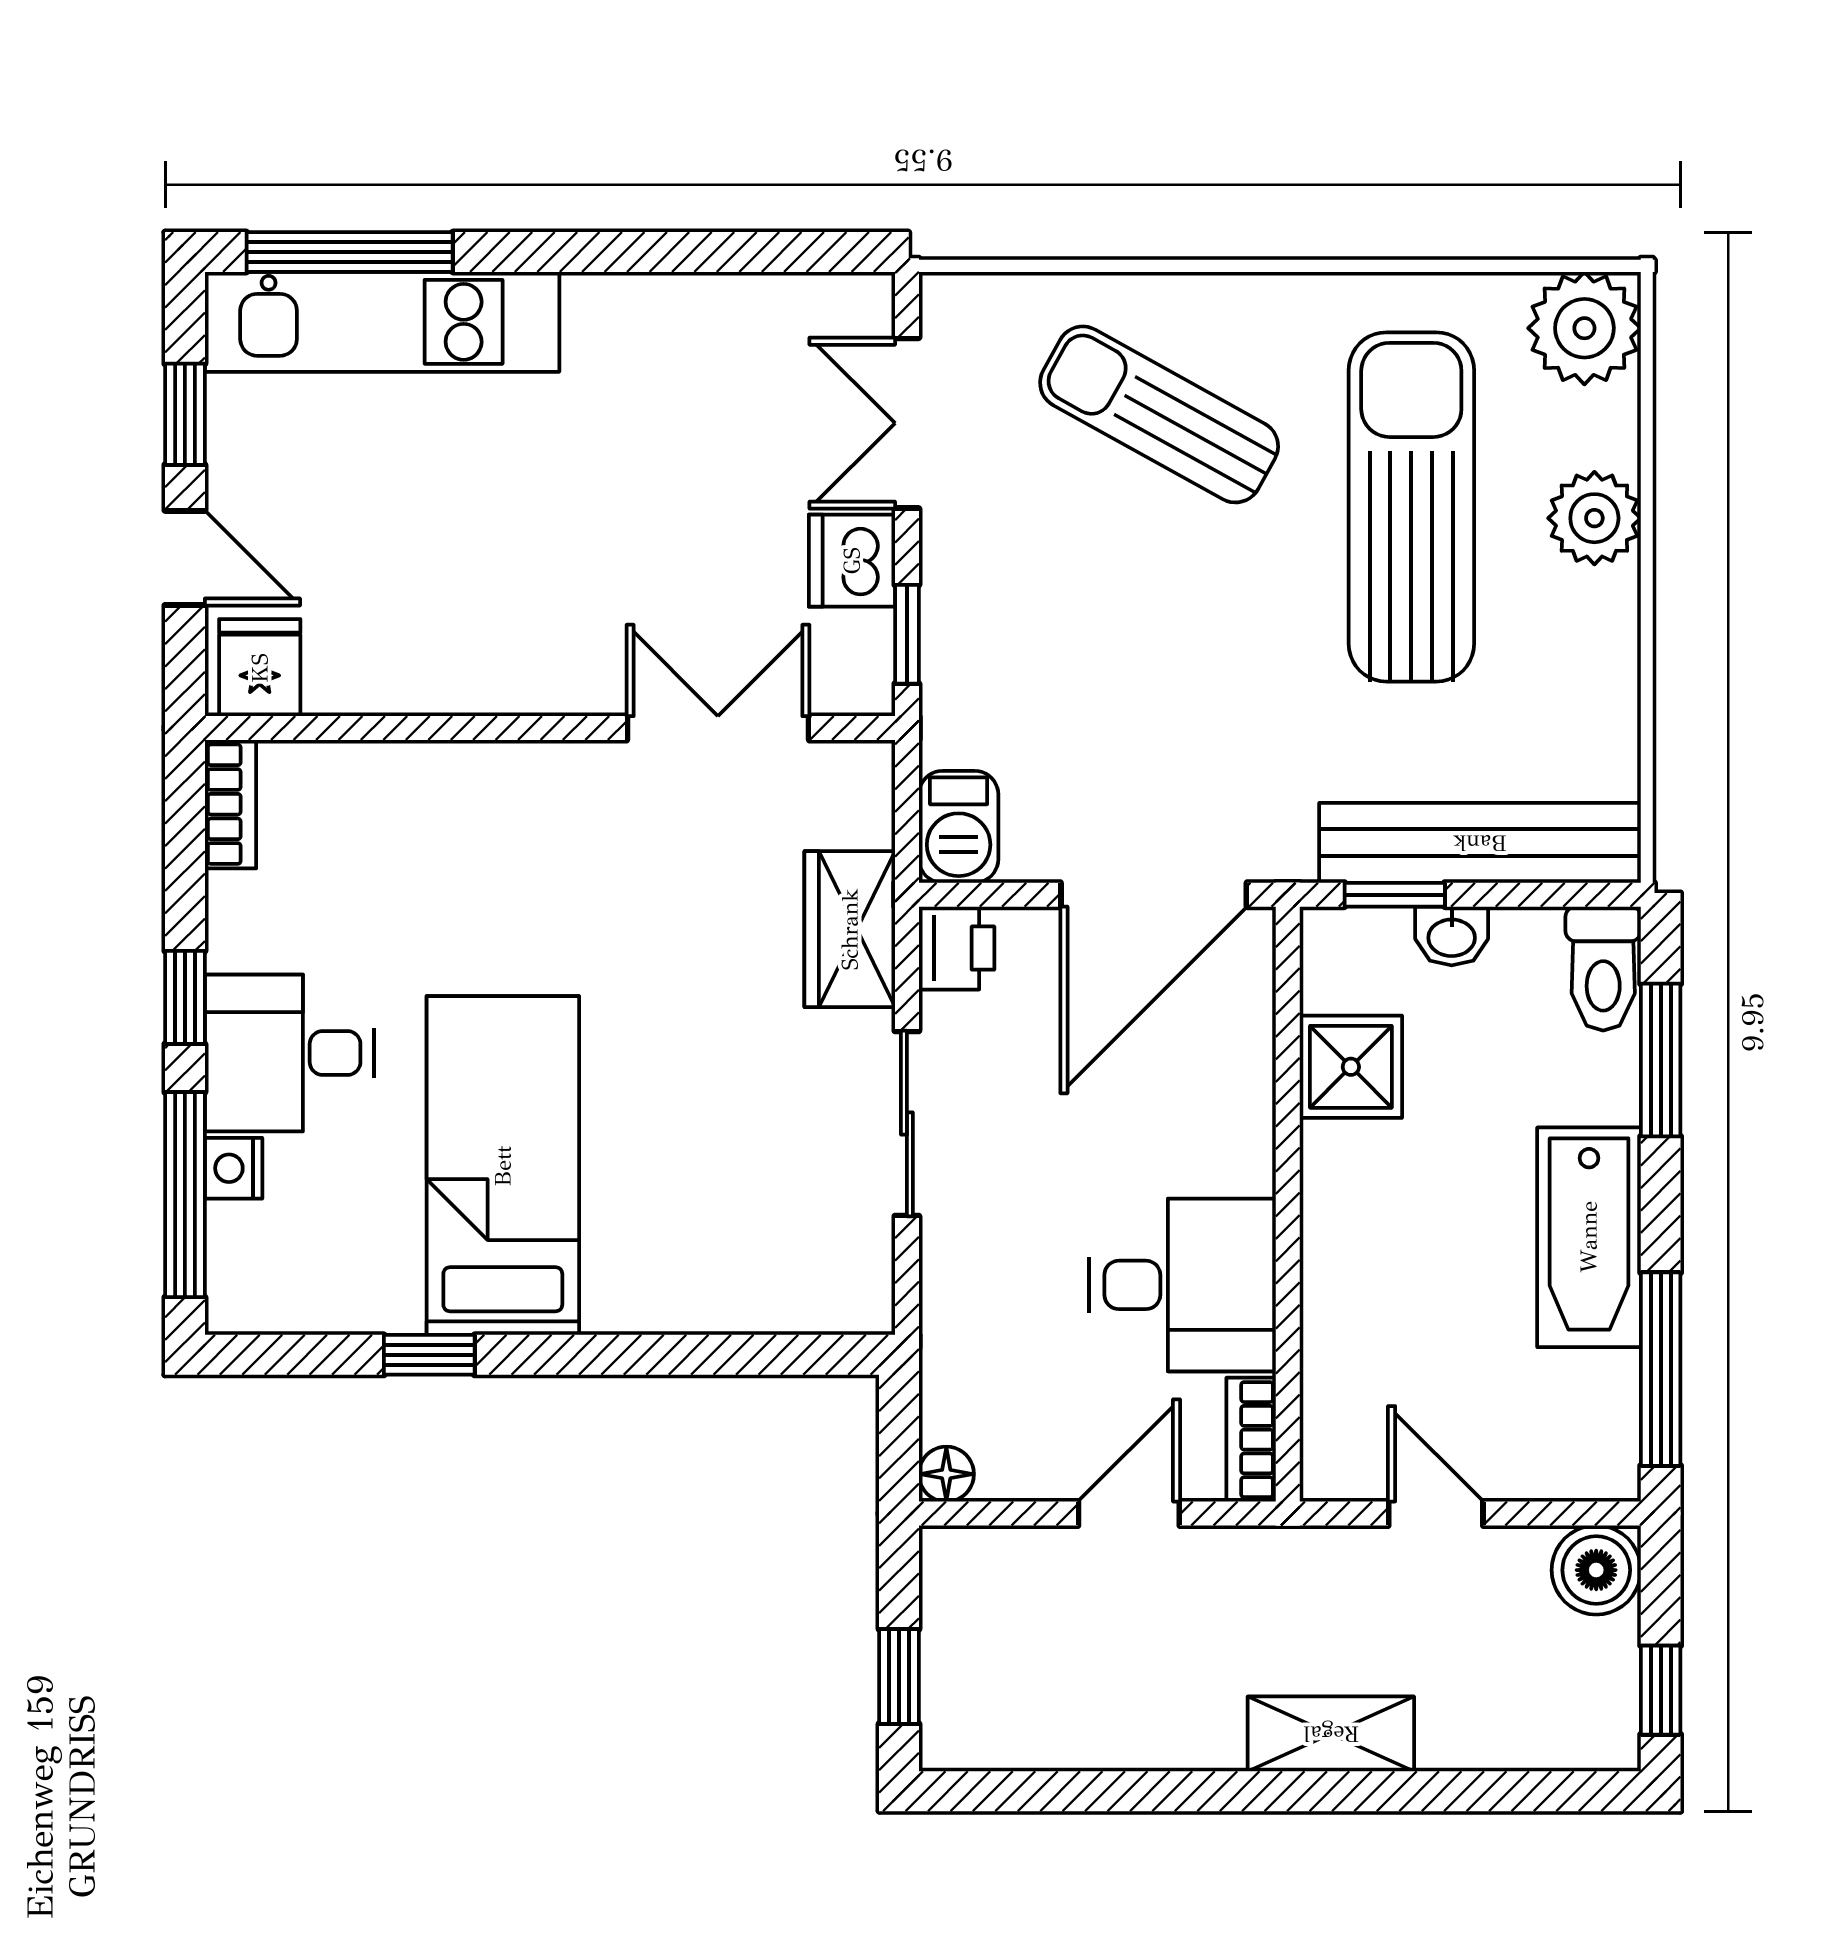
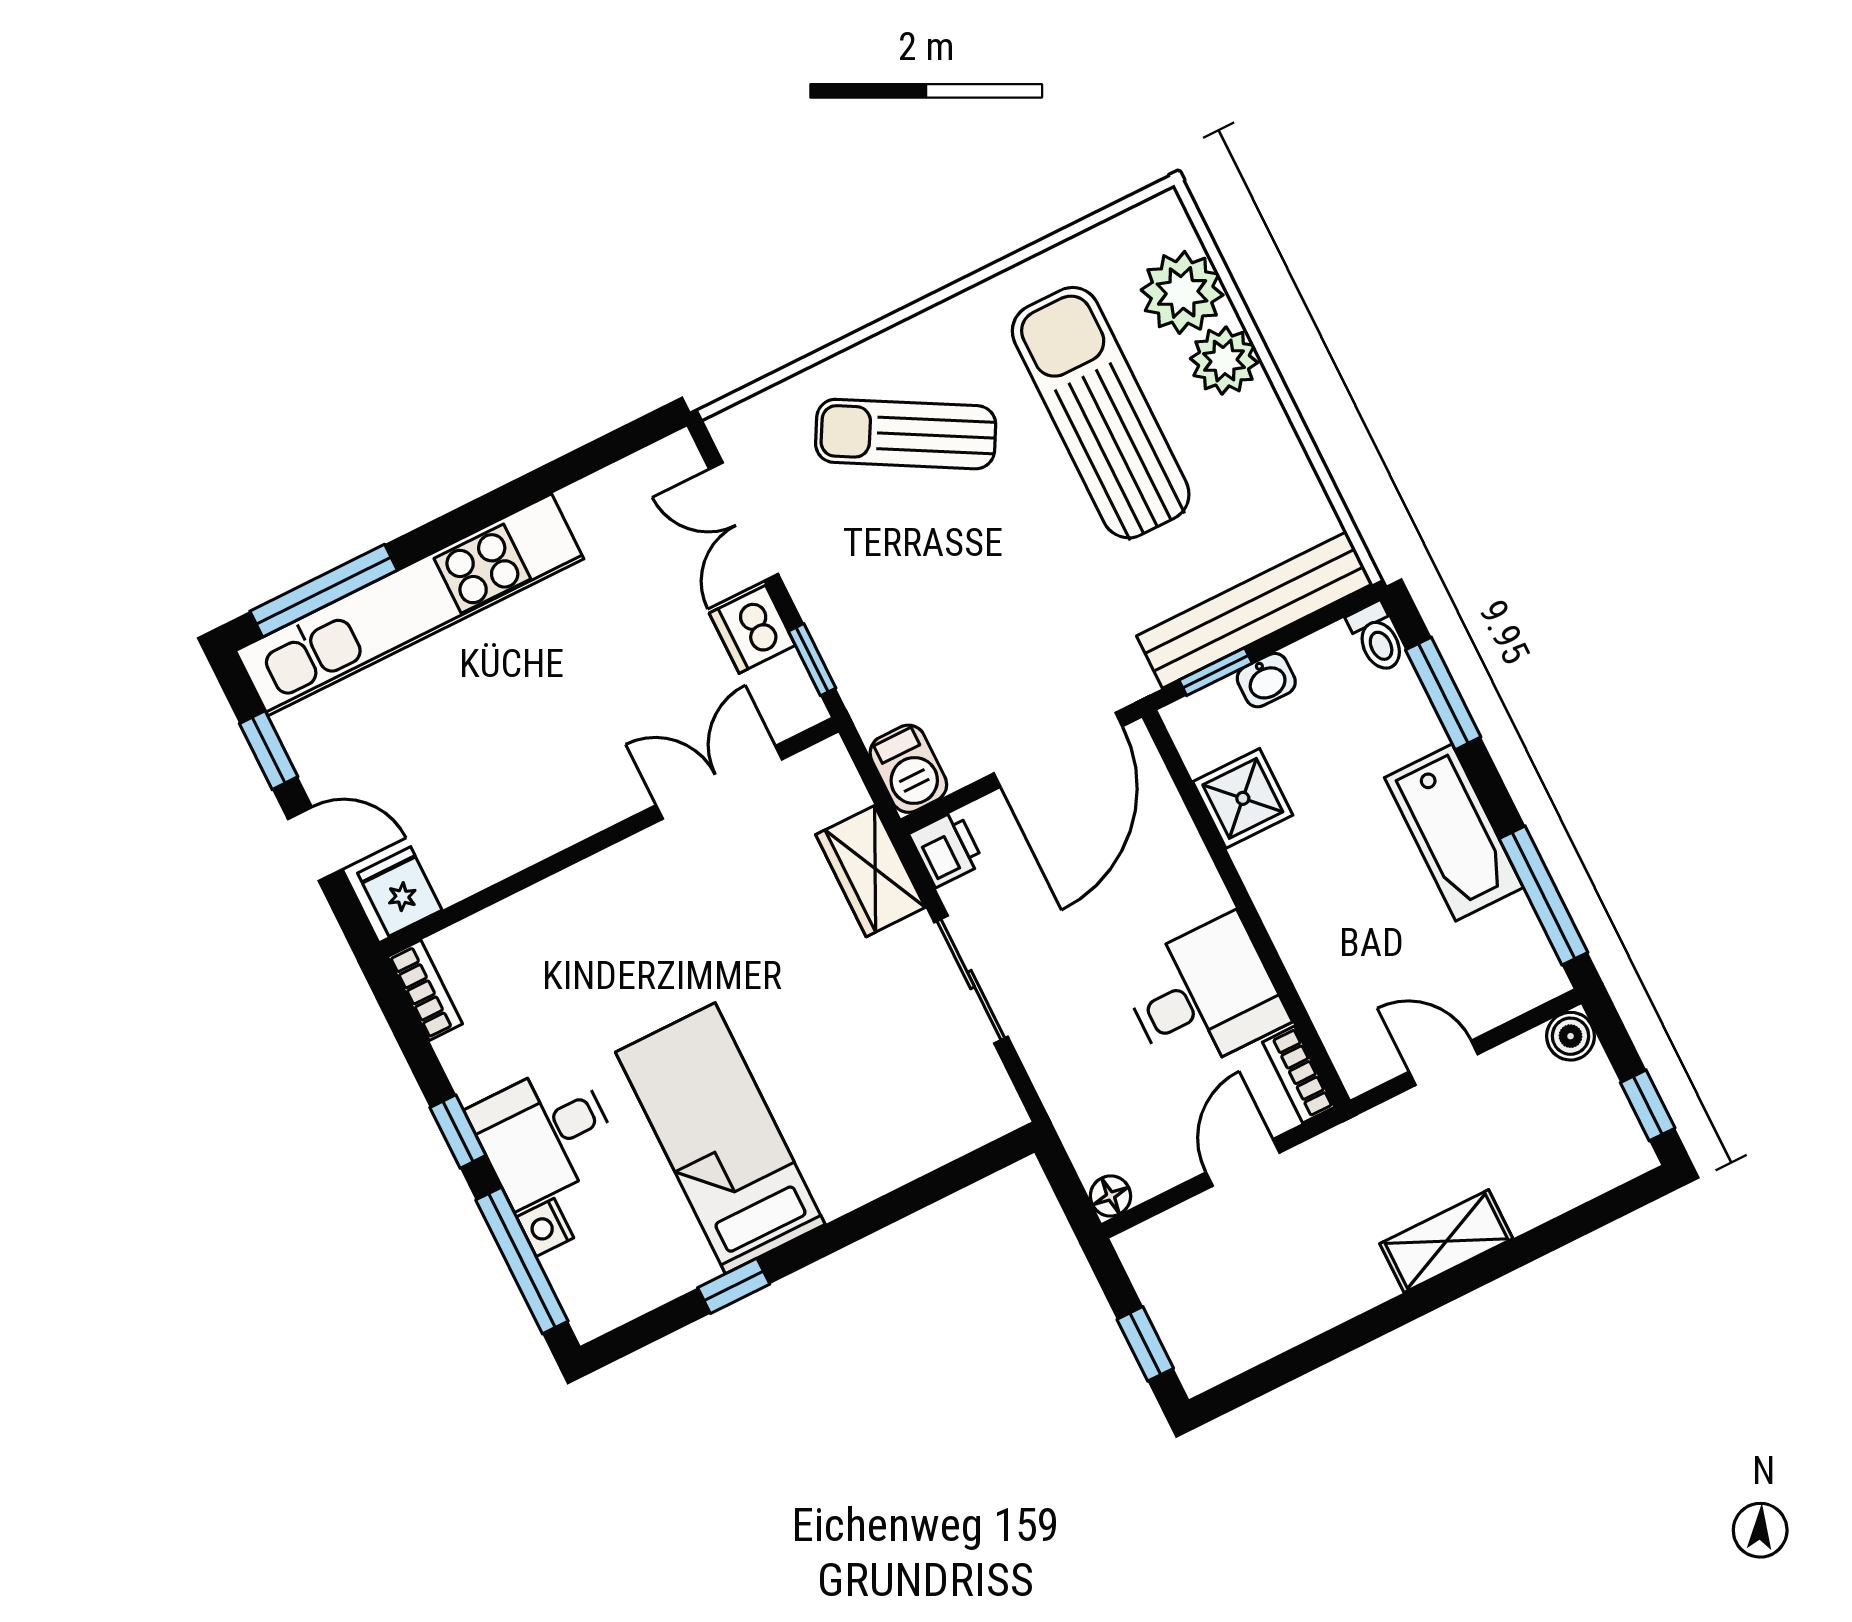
kitchen unit: (382, 322) -> (410, 605), width x1.36
plant: (1584, 328) -> (1182, 292), moved
toilet: (1603, 969) -> (1377, 638), width x0.73, depth x0.72
boiler: (1596, 1570) -> (1571, 1036), width x0.73, depth x0.73

